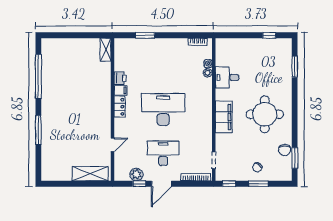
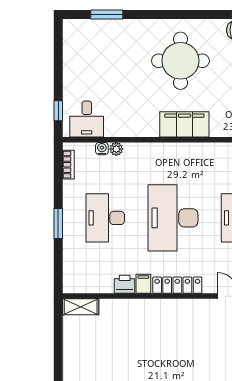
window: (145, 35) -> (58, 223), moved
window: (269, 35) -> (58, 111), moved
desk: (163, 66) -> (105, 218), added
desk: (227, 77) -> (87, 119), moved
locker: (120, 107) -> (177, 285), width x1.53

